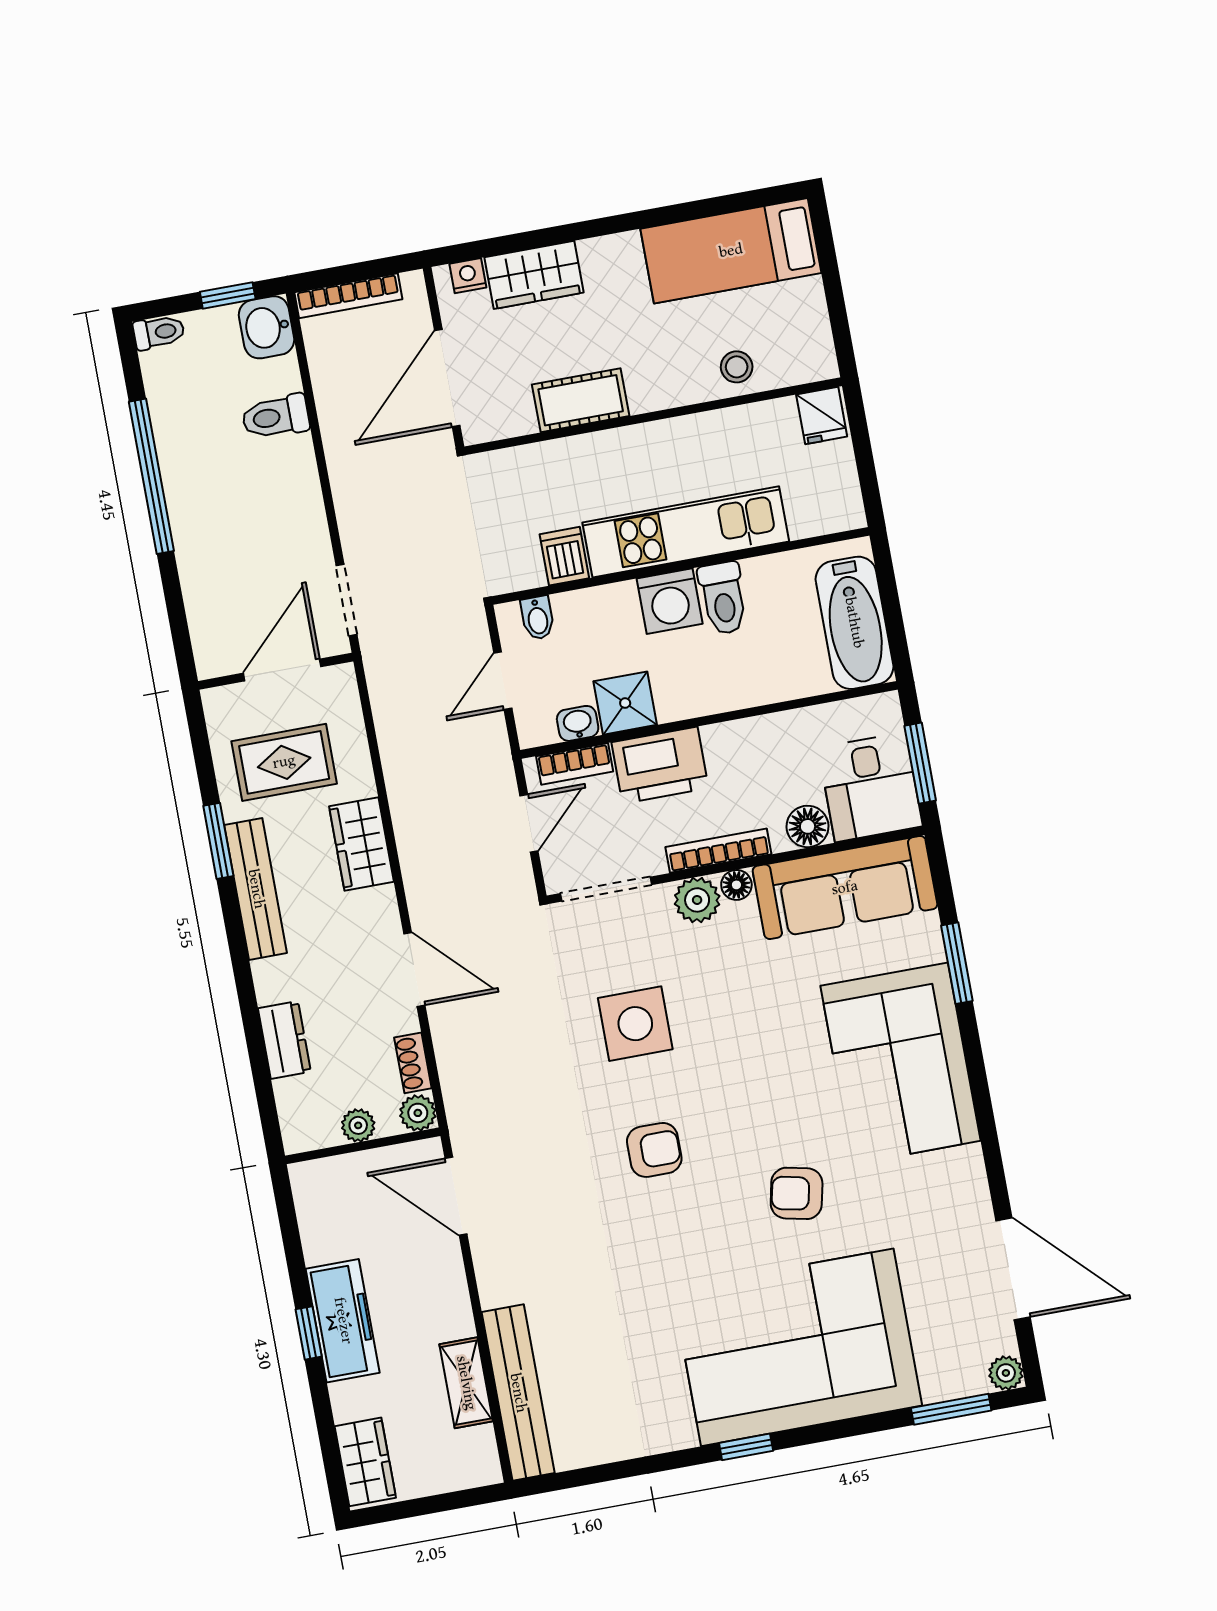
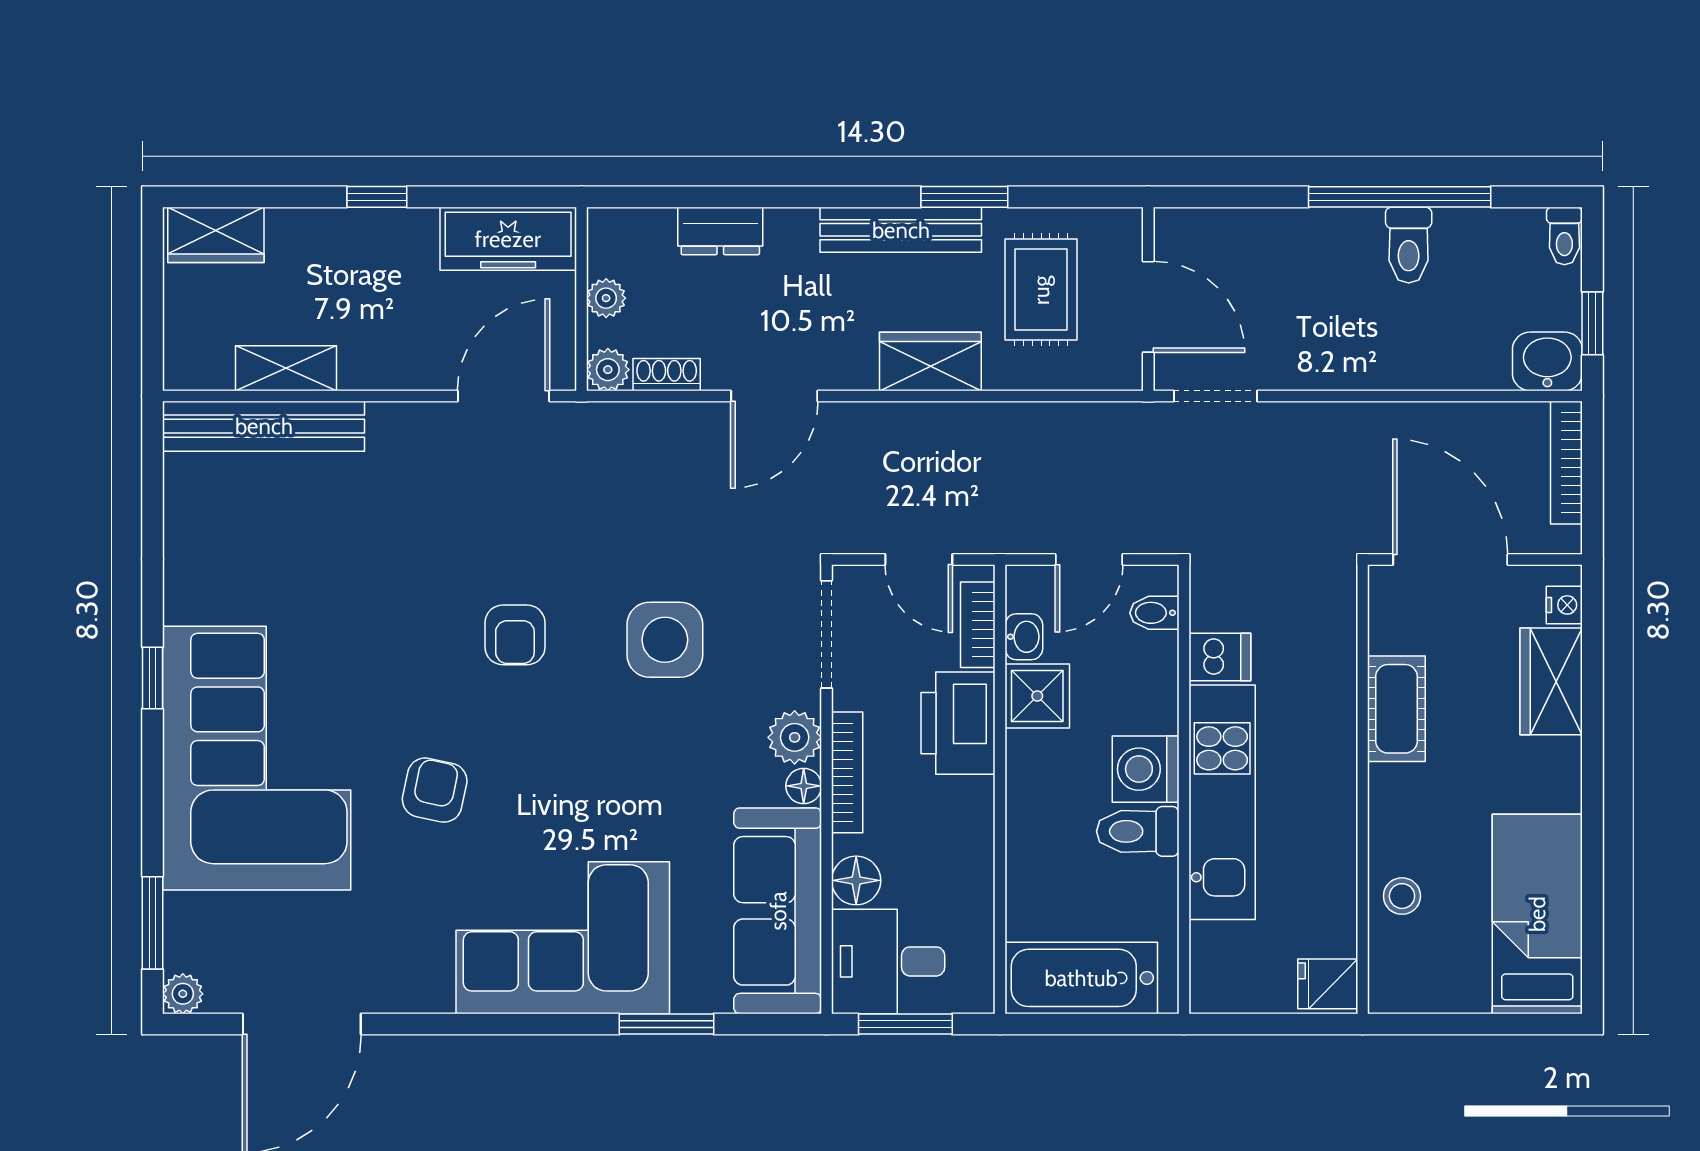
toilet: (276, 417) -> (1409, 245), moved, turned 180
door: (503, 681) -> (1089, 559), swing flipped
freezer: (343, 1321) -> (508, 239), moved

